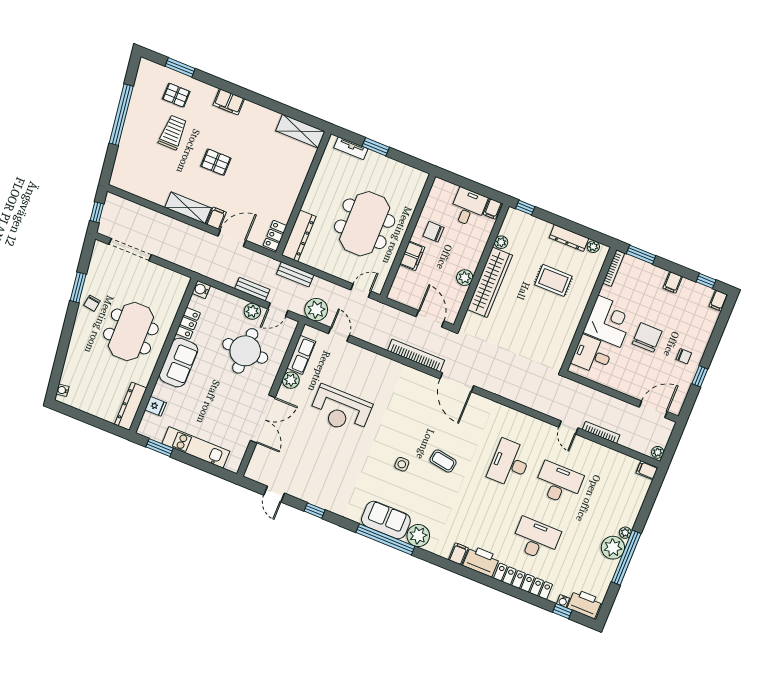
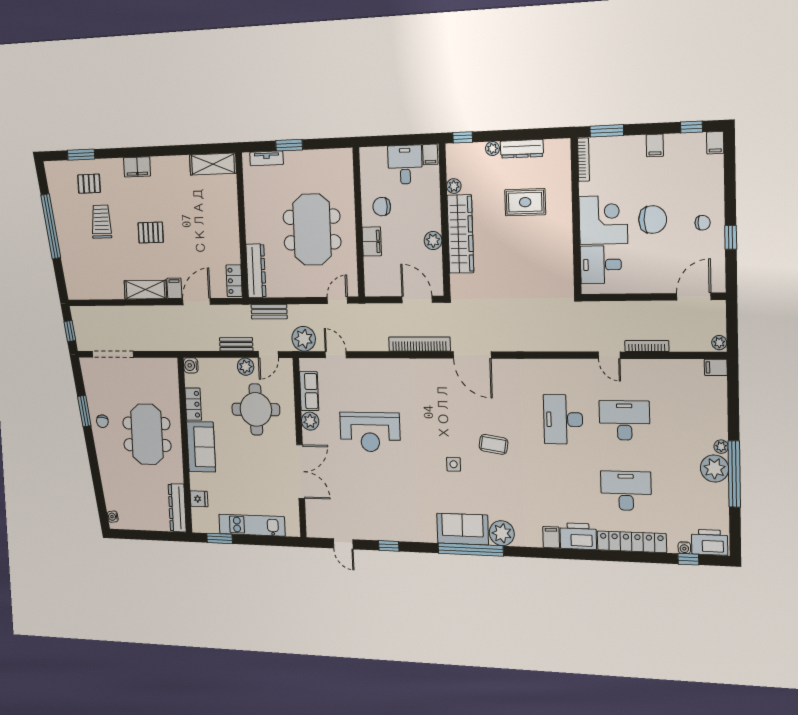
plant: (593, 247) -> (492, 149), moved
chair: (647, 337) -> (653, 220), turned 90

